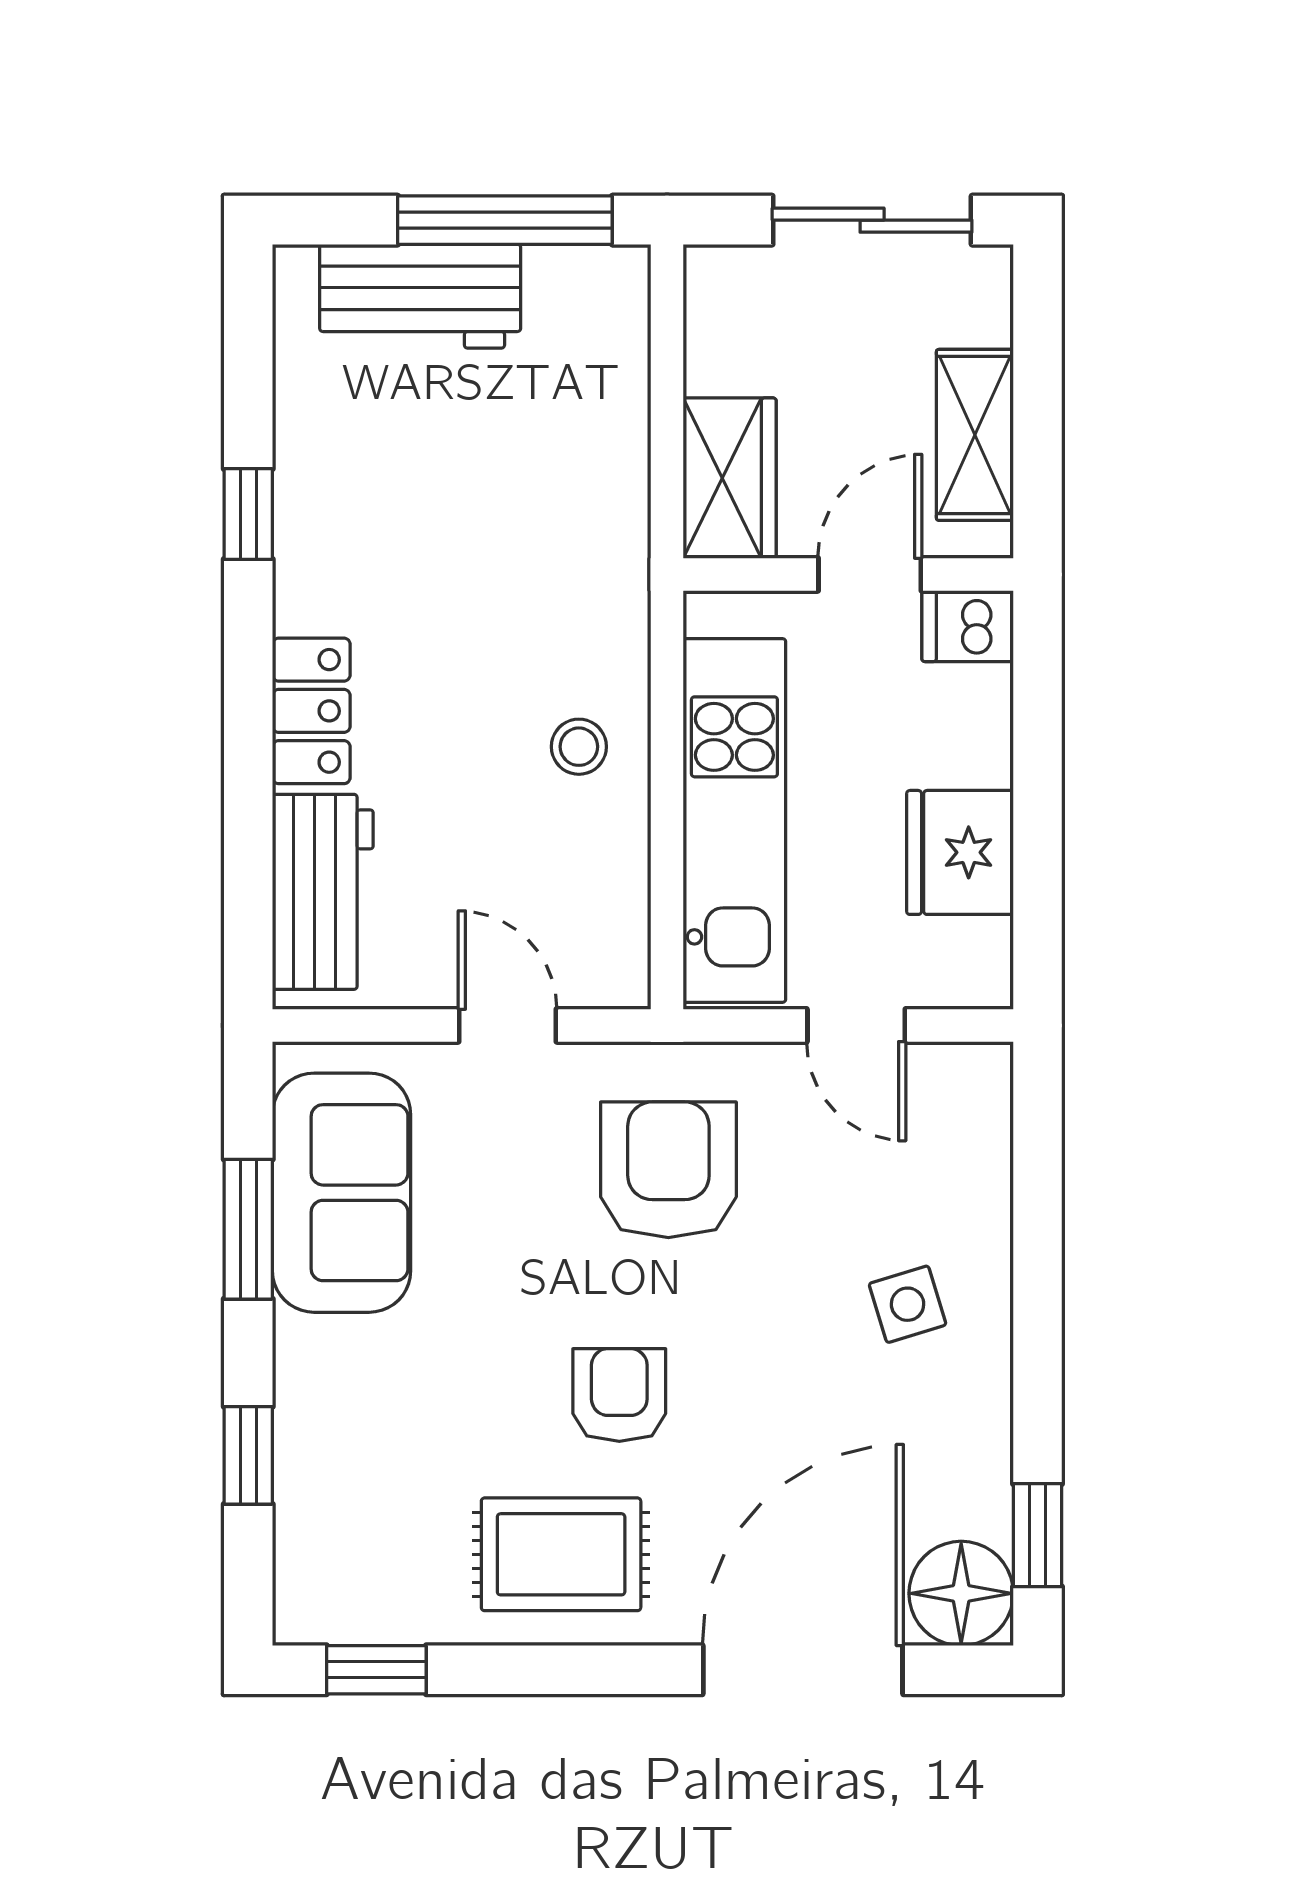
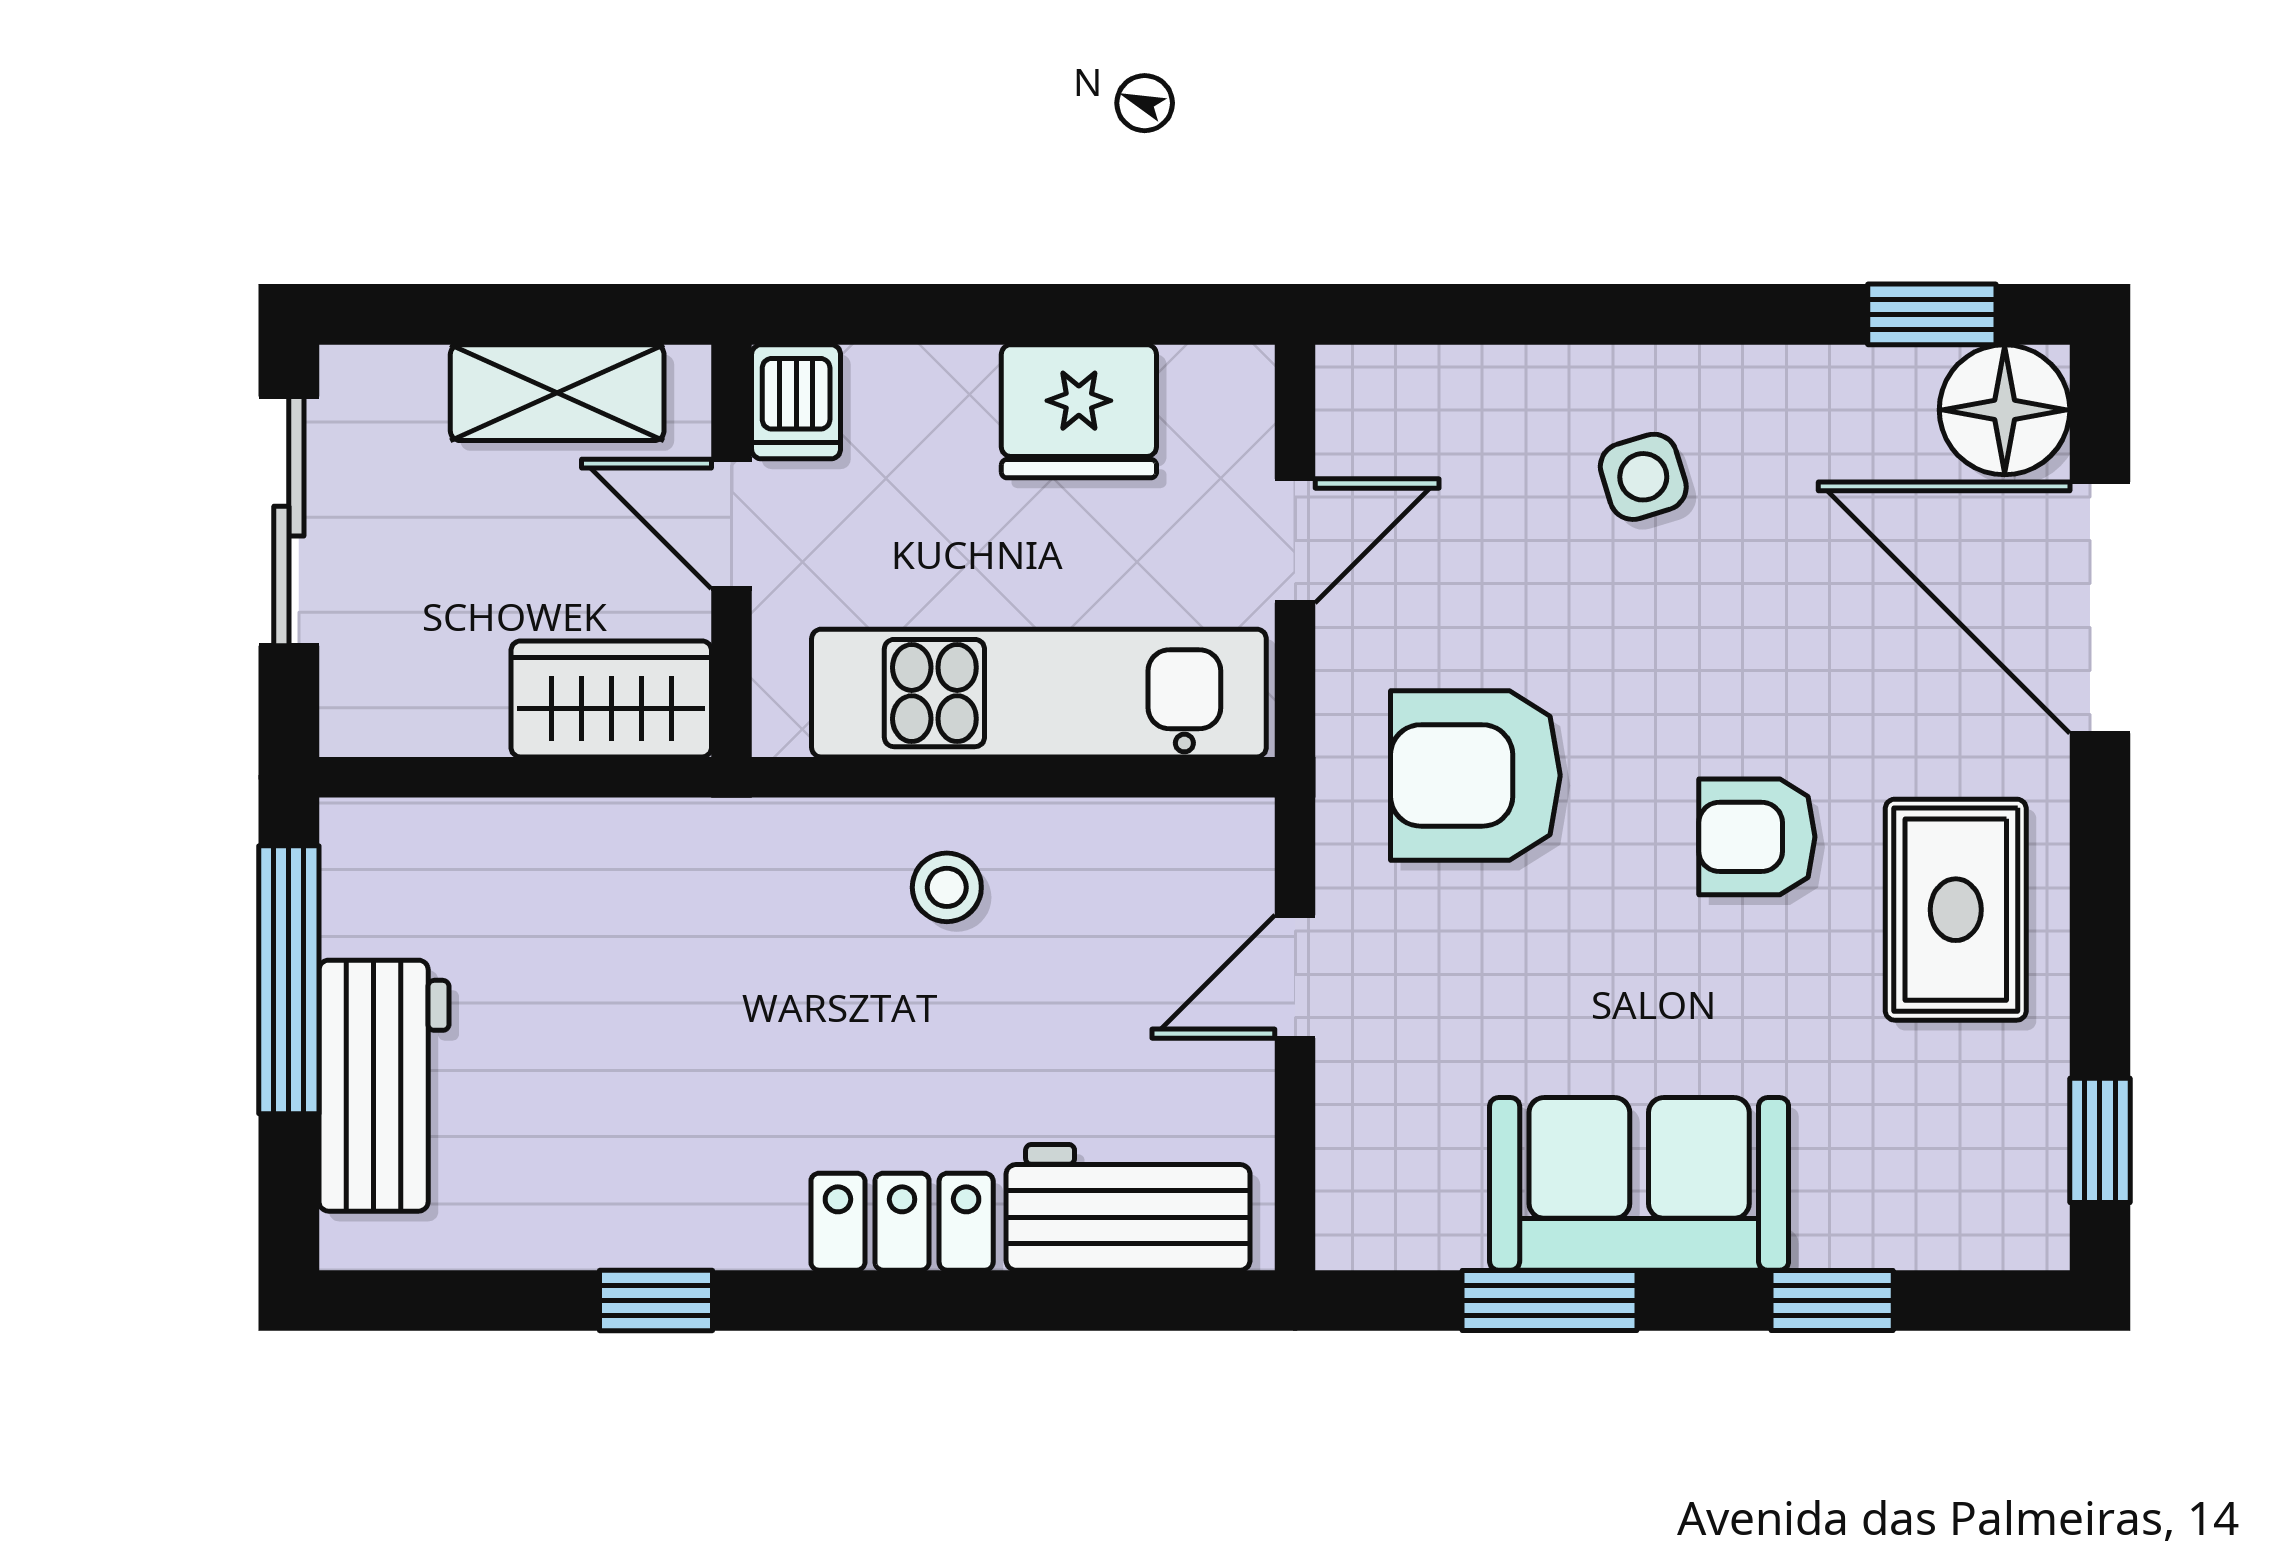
sofa: (342, 1193) -> (1639, 1184), moved

